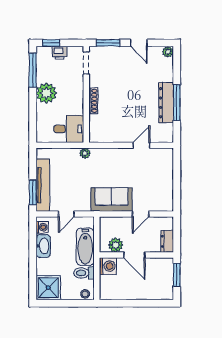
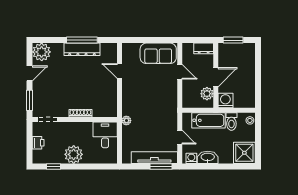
window: (51, 43) -> (30, 150), removed
plant: (168, 52) -> (42, 52), width x1.88, depth x1.88
window: (33, 70) -> (54, 166), width x0.46
sofa: (111, 200) -> (158, 53), moved, turned -90

